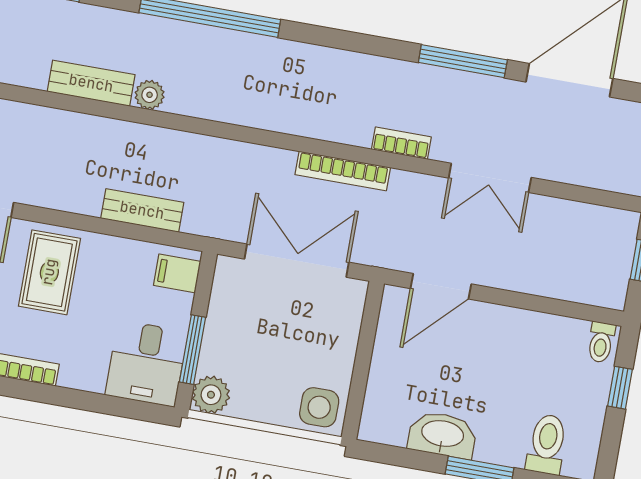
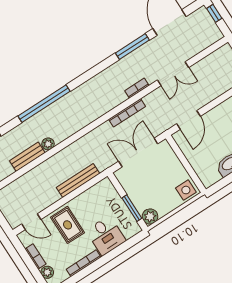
bench: (142, 210) -> (78, 181), width x1.36
filing cabinet: (177, 273) -> (106, 190), removed
desk: (146, 363) -> (106, 236), moved

